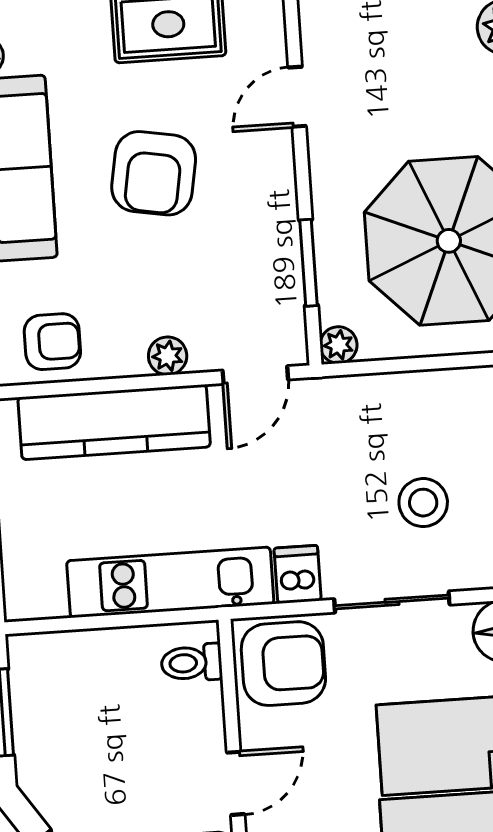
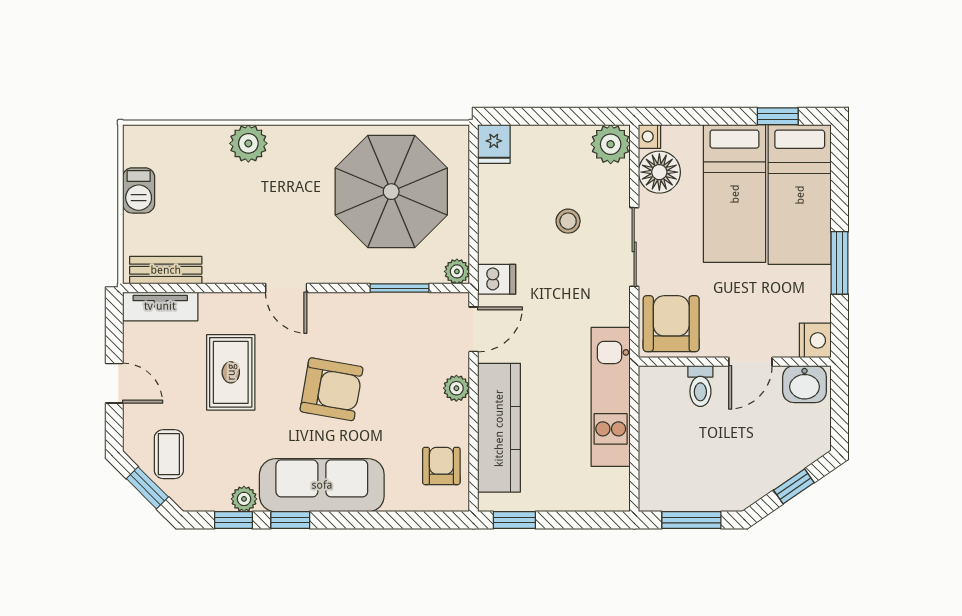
door: (255, 375) -> (473, 329), hinge flipped
stool: (423, 503) -> (568, 221), width x0.73, depth x0.73
dishwasher: (298, 574) -> (497, 279), moved, turned 180
toilet: (192, 663) -> (700, 386), moved
door: (236, 783) -> (750, 362), swing flipped

